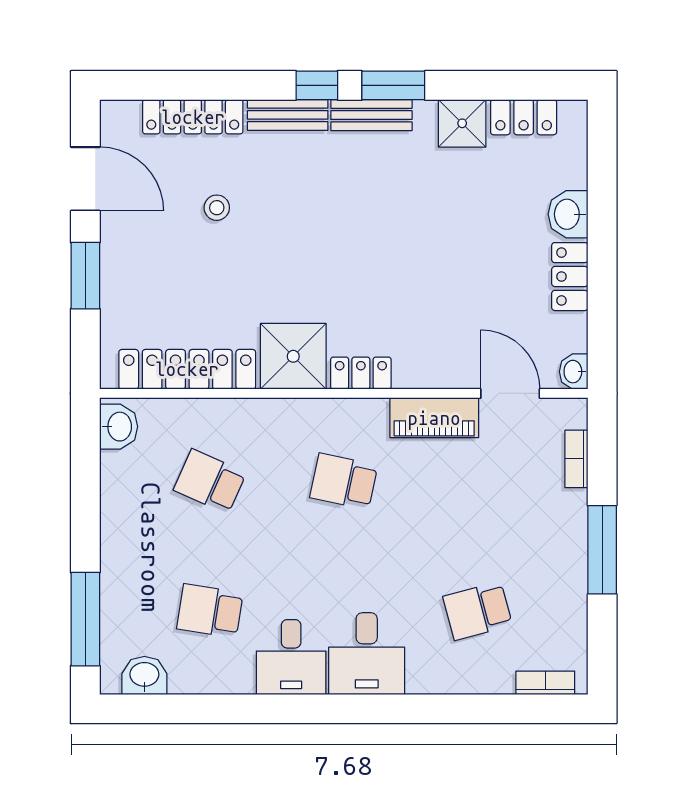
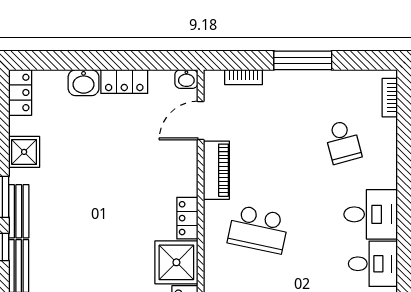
locker: (524, 117) -> (20, 92), moved
school desk: (344, 481) -> (258, 229), width x1.85

